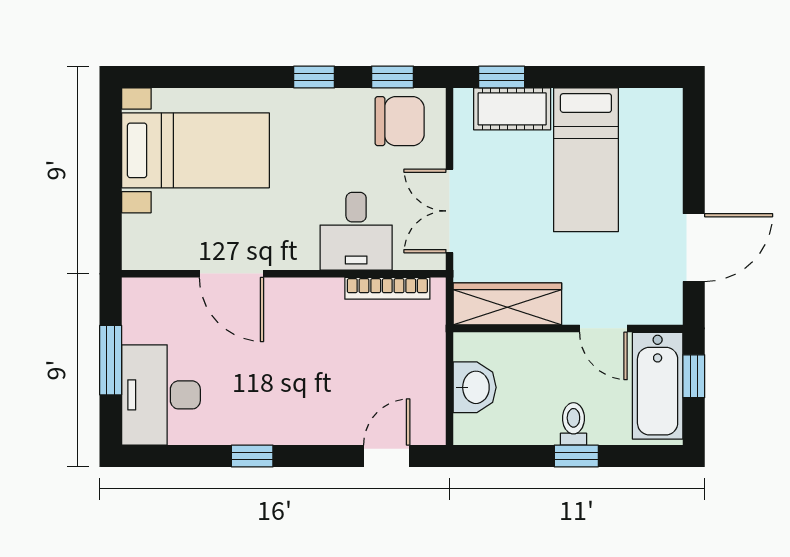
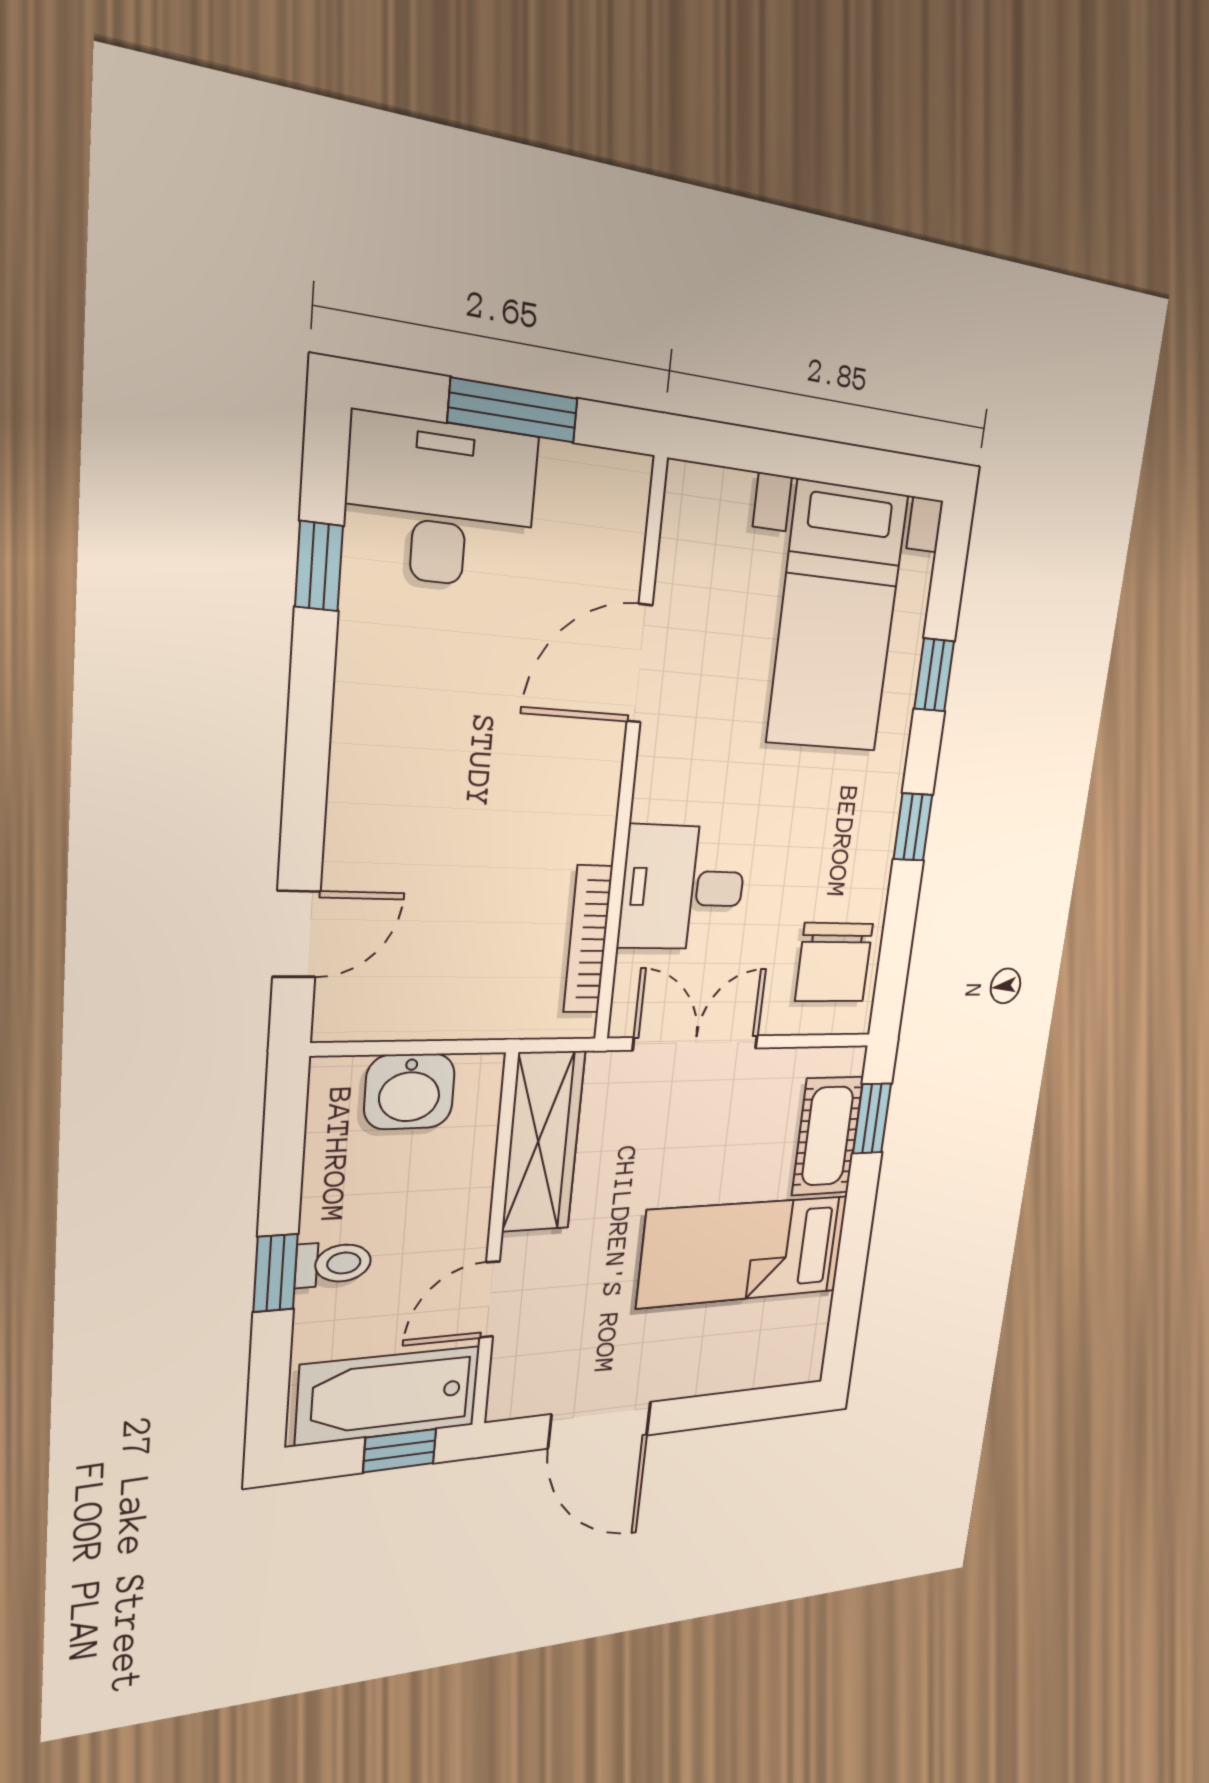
window: (392, 77) -> (934, 675), moved
window: (252, 456) -> (319, 566), moved
door: (387, 456) -> (296, 934), hinge flipped

